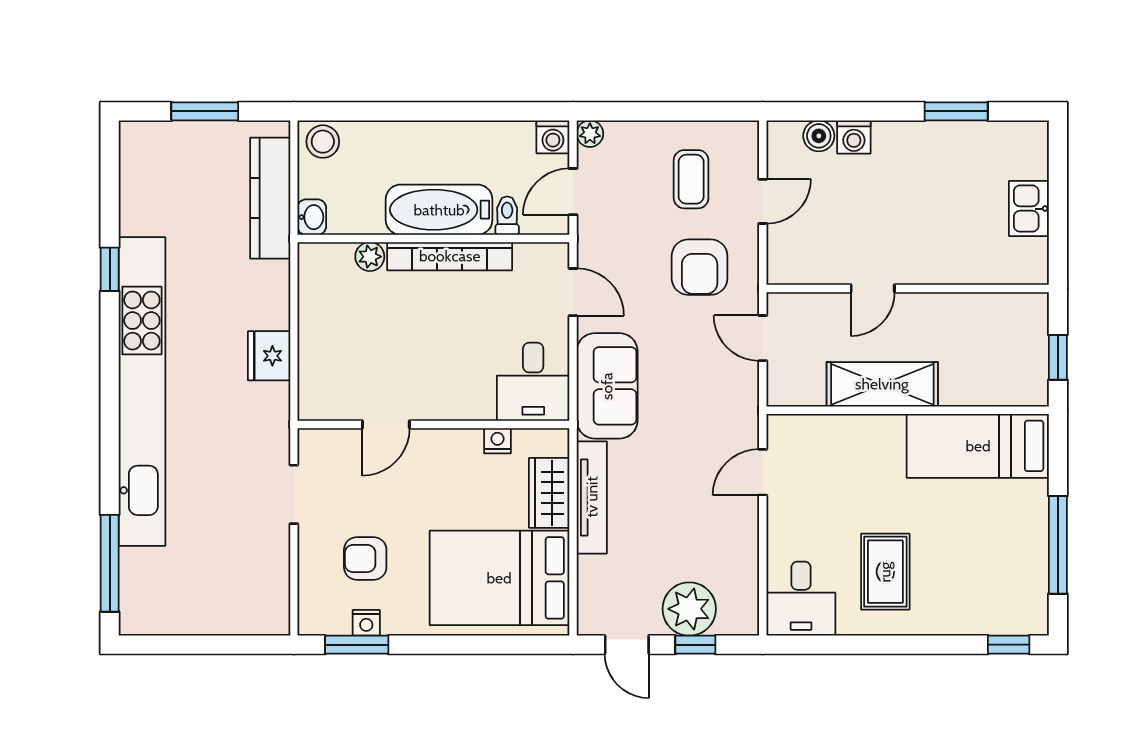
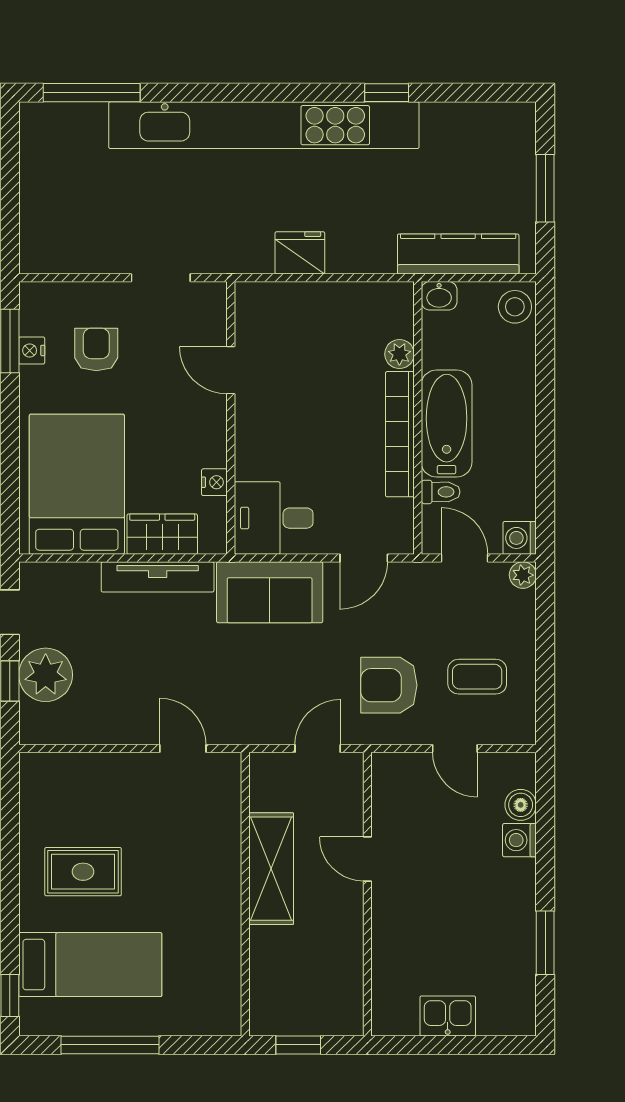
bed: (978, 446) -> (90, 965), moved, turned 90
desk: (801, 599) -> (56, 787), removed

